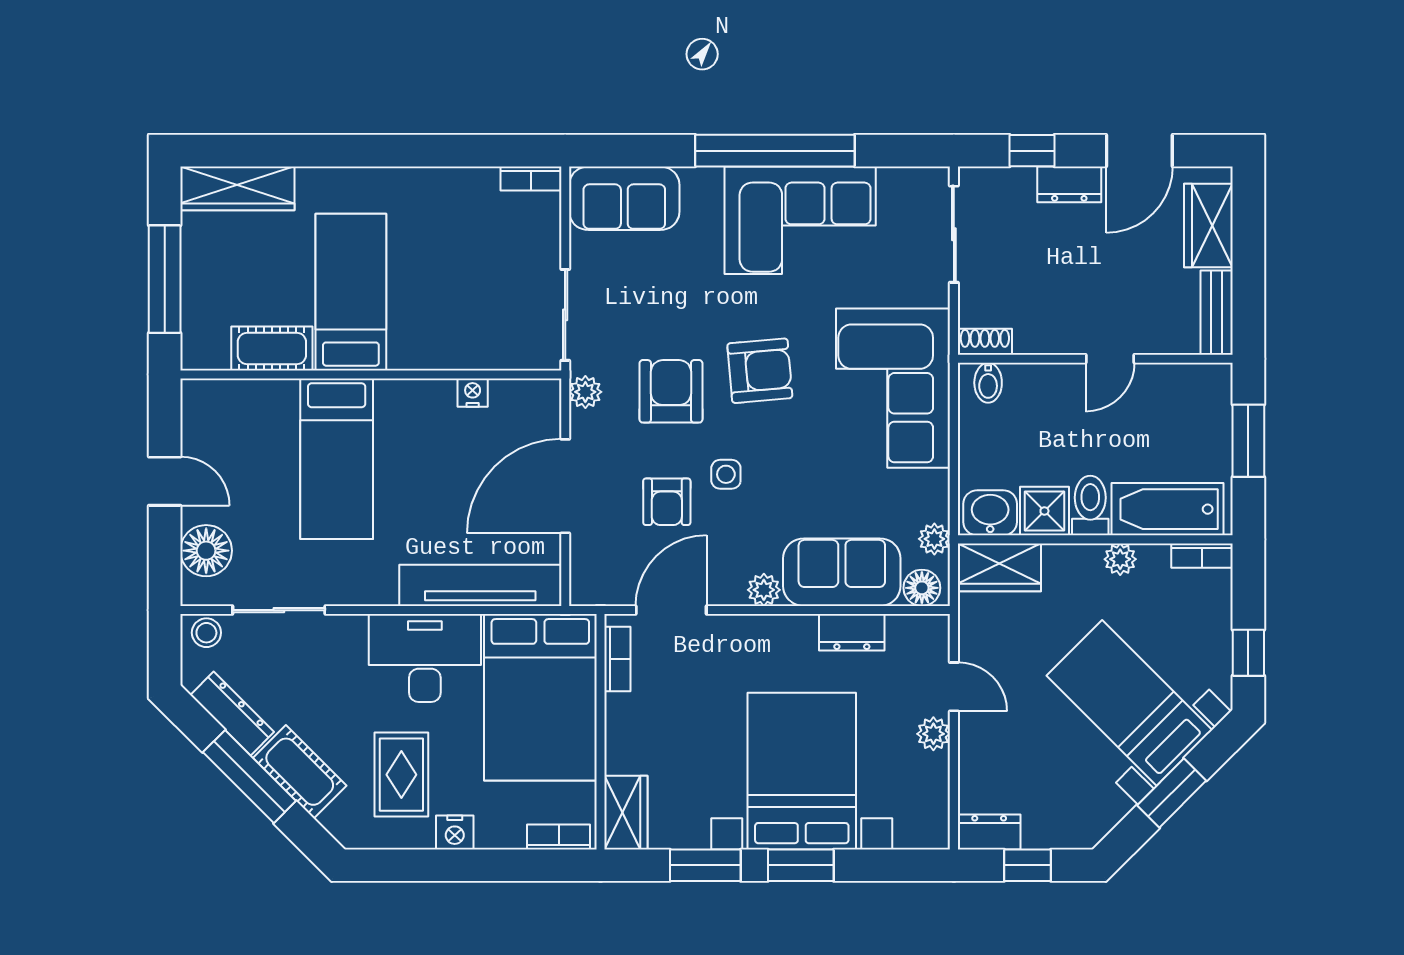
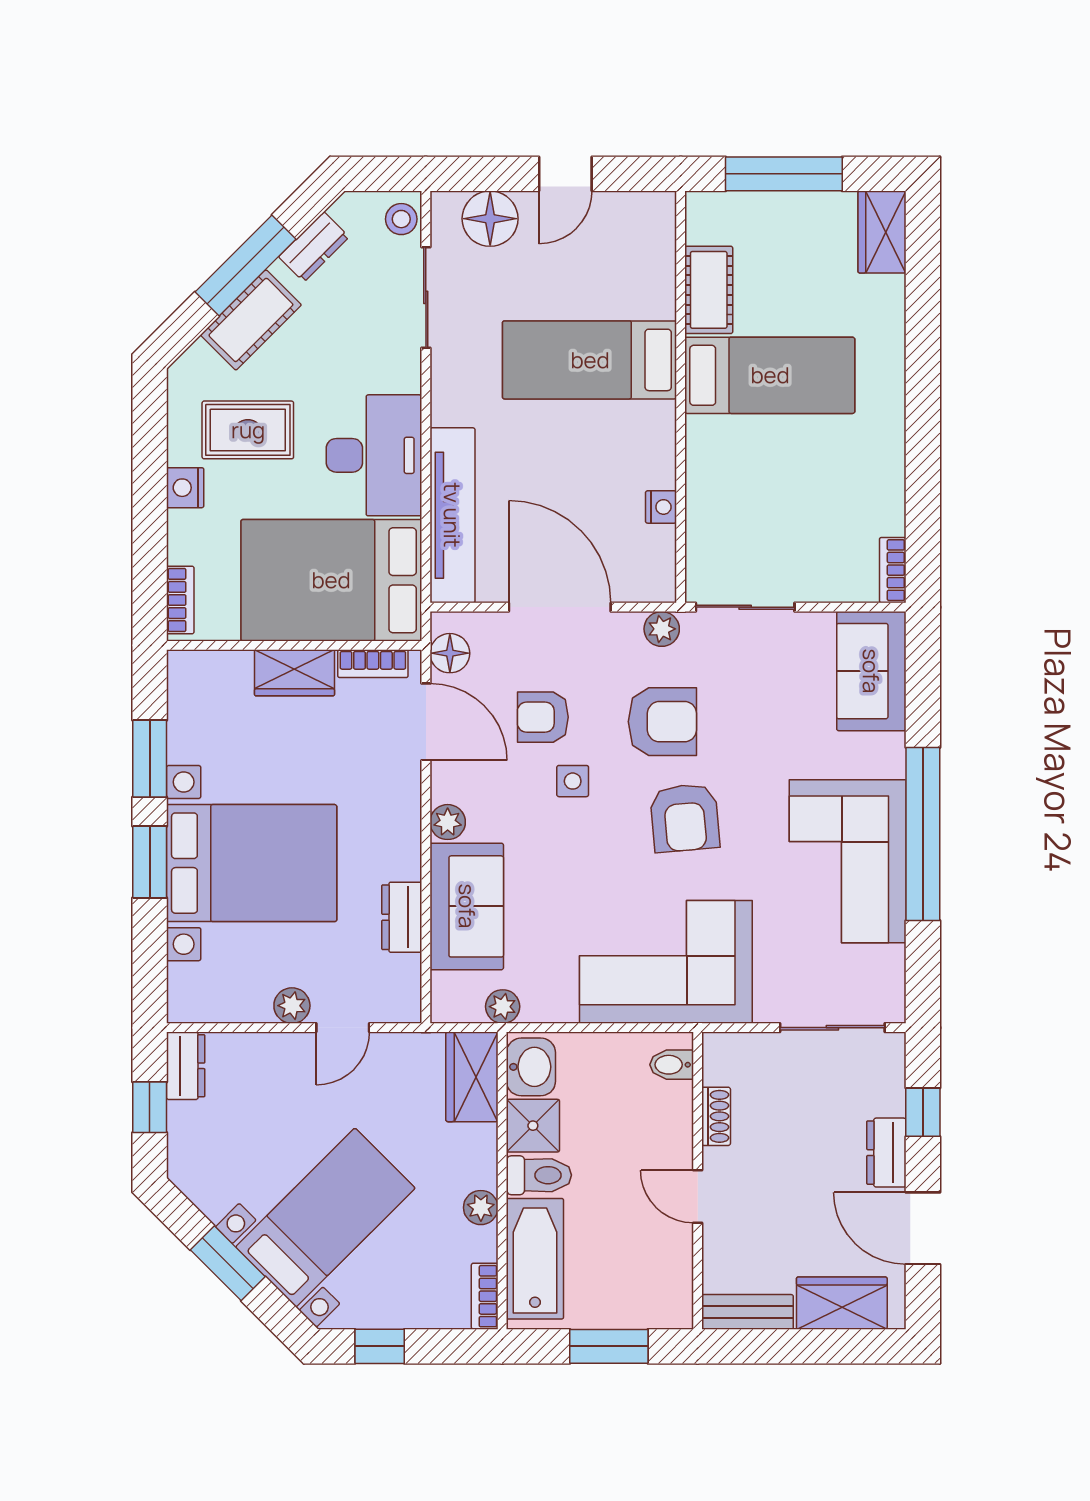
wardrobe: (237, 188) -> (882, 232), width x0.67
shoe rack: (985, 342) -> (716, 1116), moved
floor lamp: (922, 588) -> (450, 653), moved
dresser: (232, 713) -> (314, 247), width x0.70
wardrobe: (626, 813) -> (294, 673), moved

